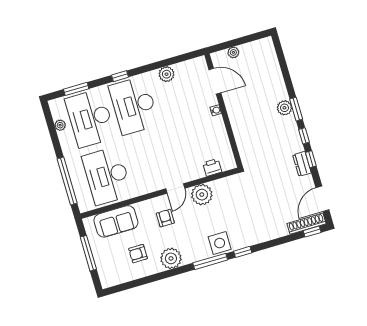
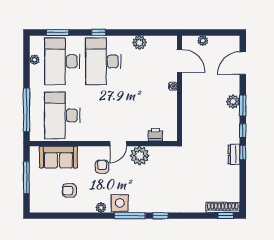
door: (322, 199) -> (243, 63), moved
side table: (220, 243) -> (120, 203), moved
plant: (171, 258) -> (101, 207), width x0.53, depth x0.53

